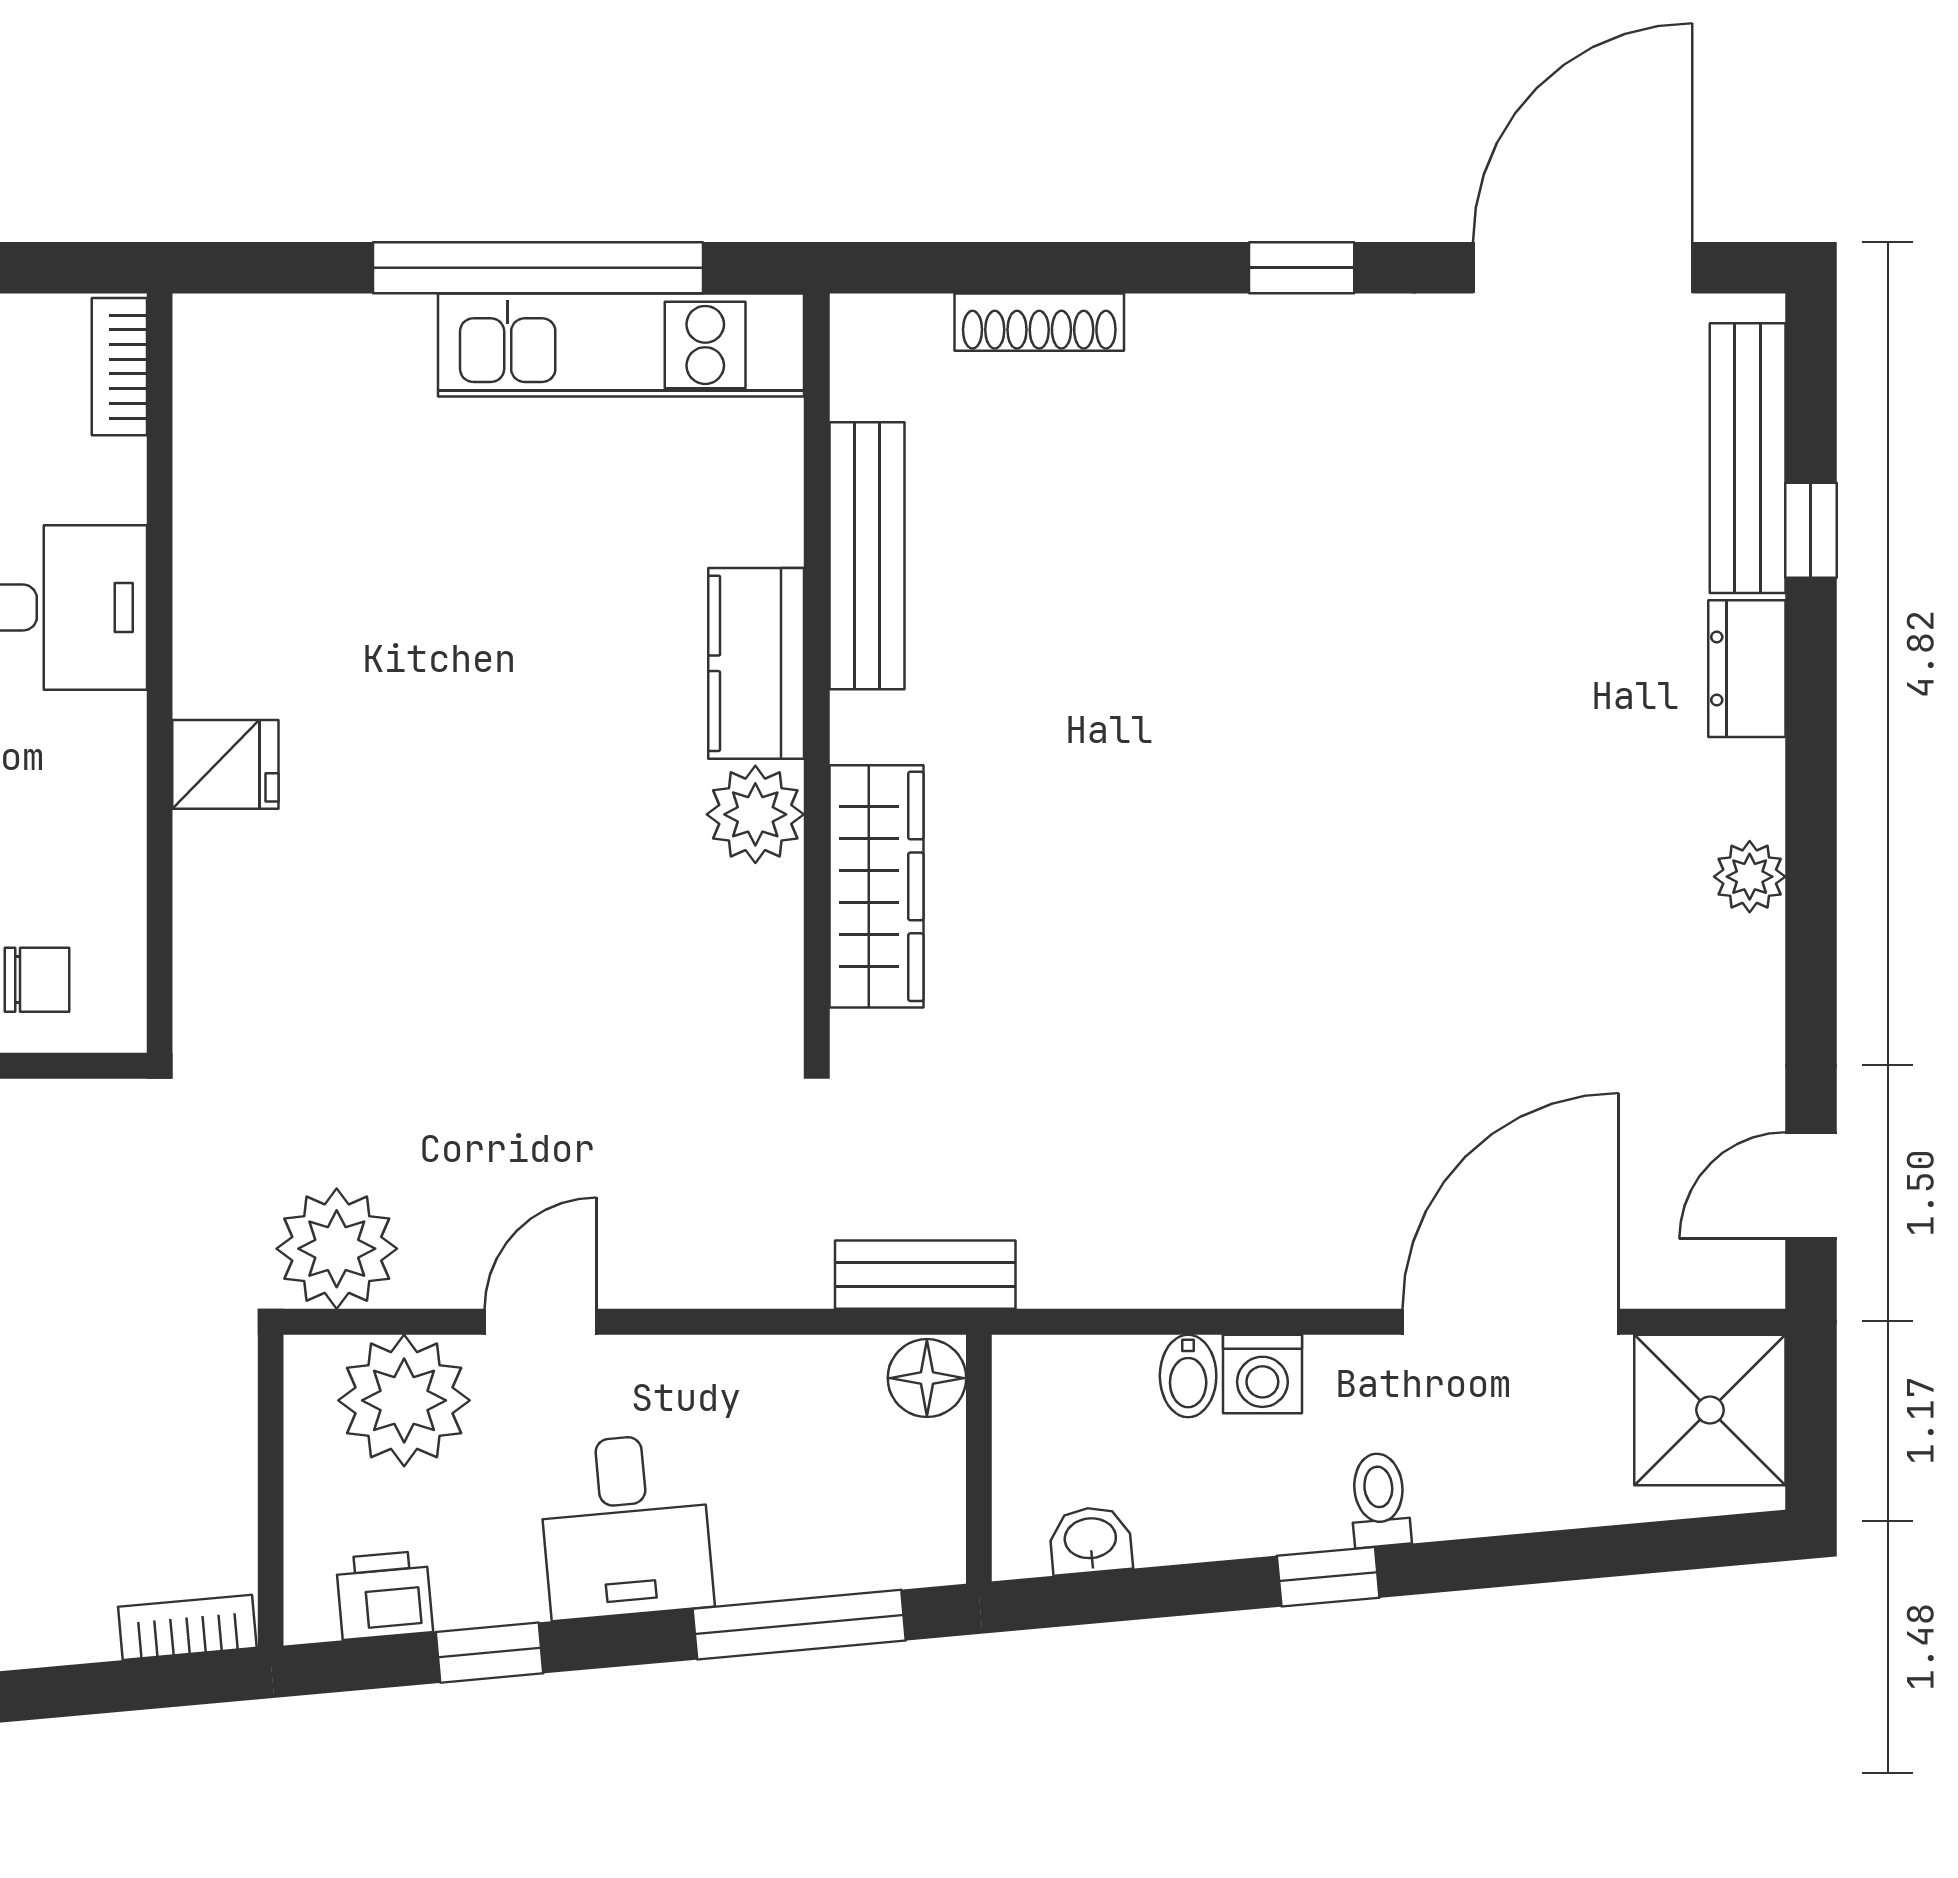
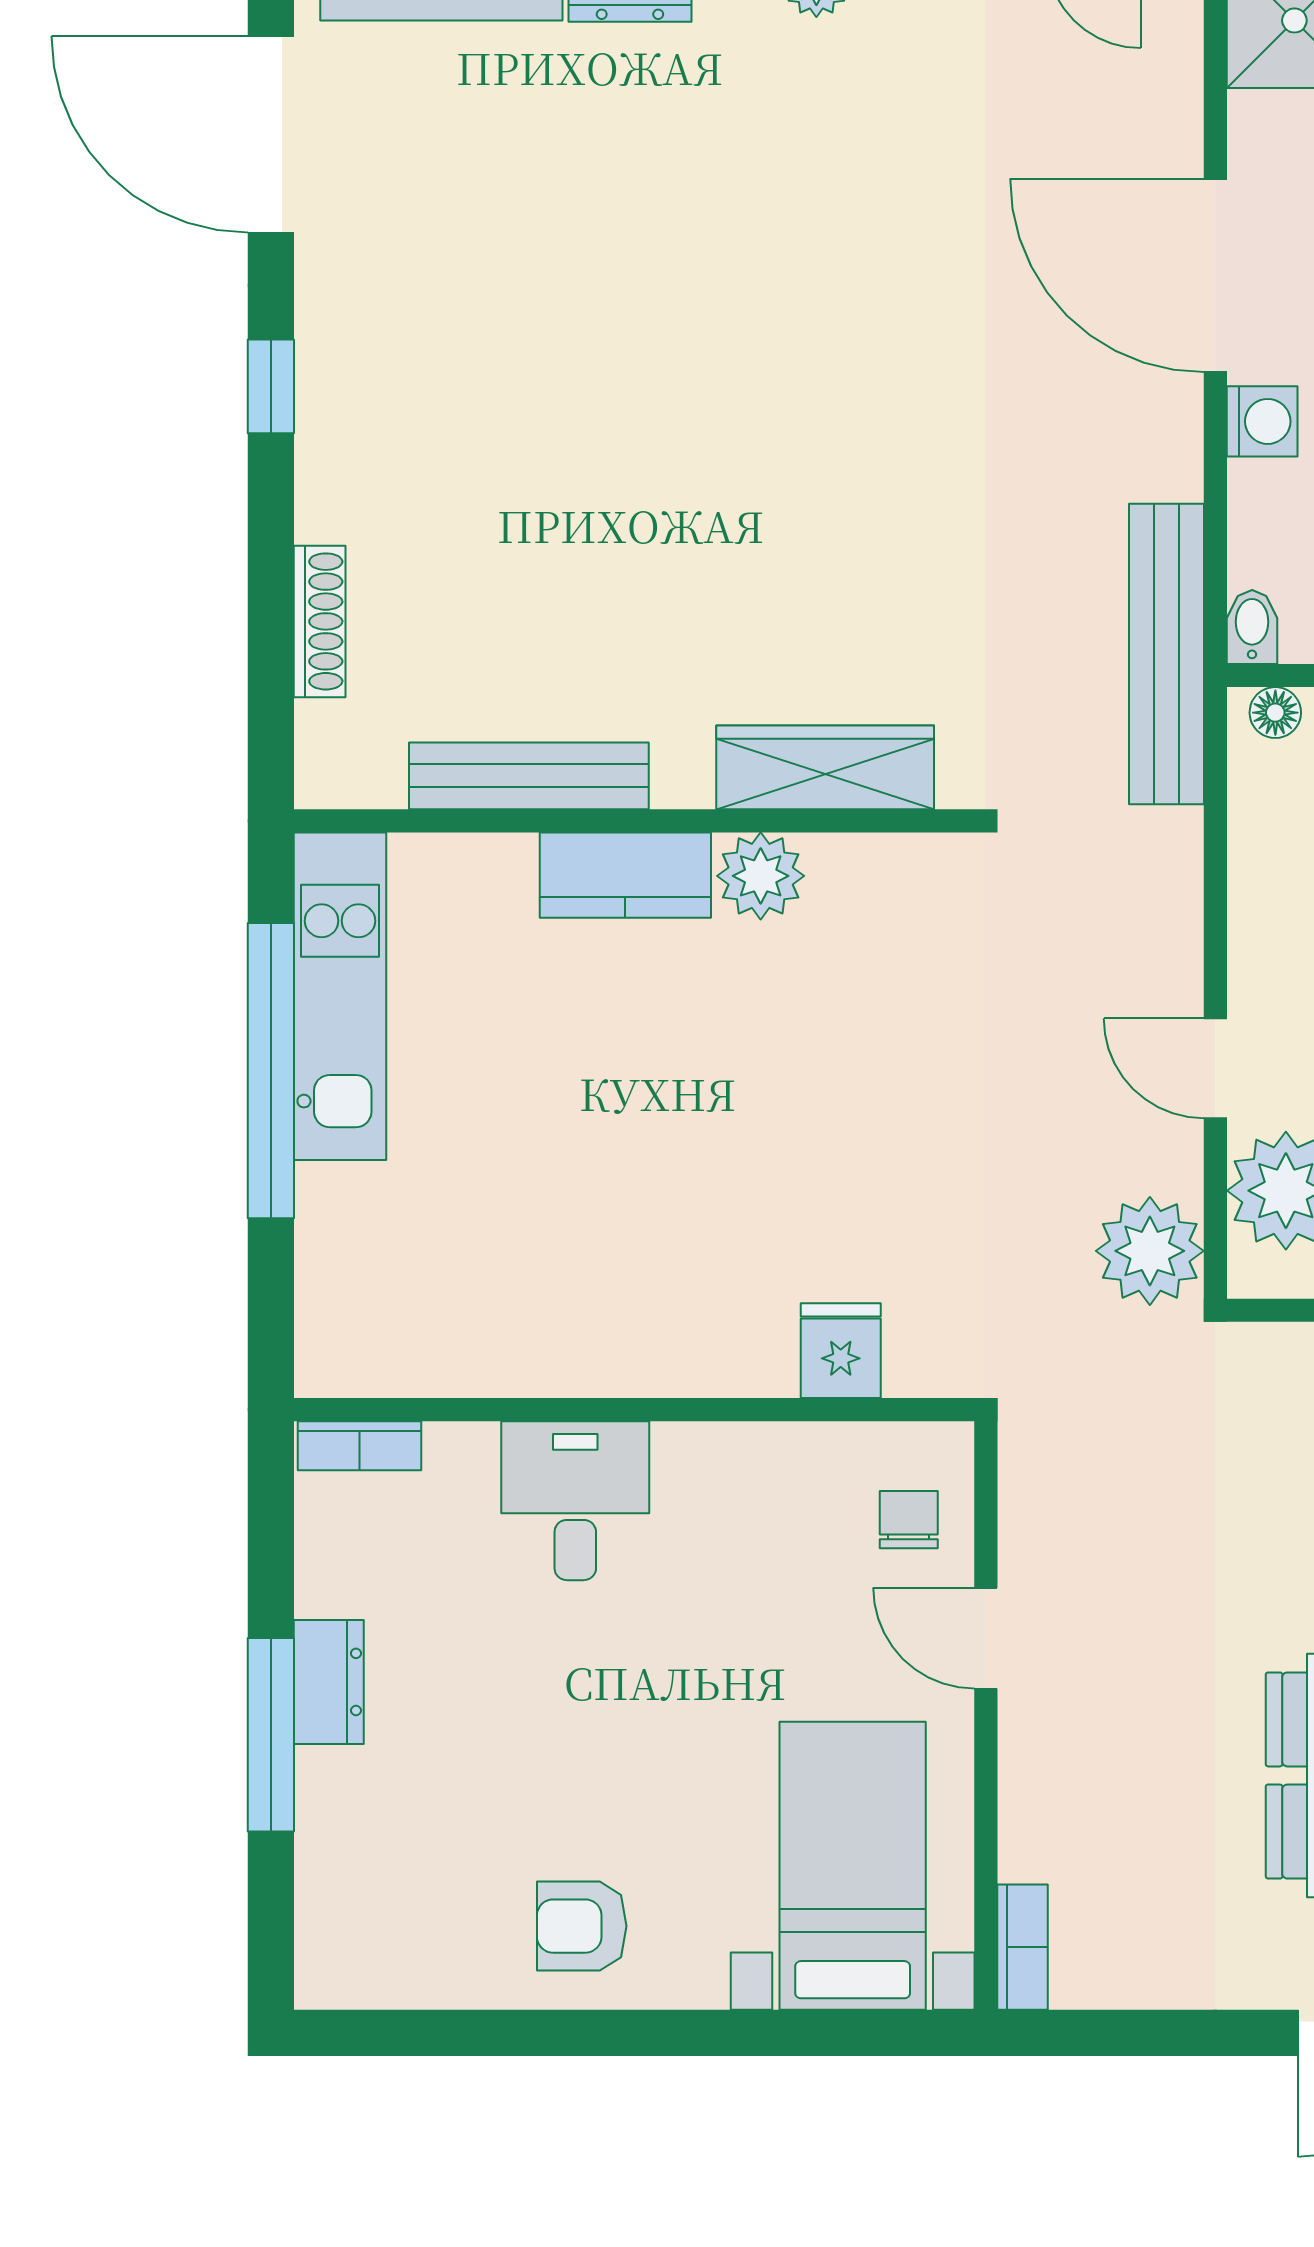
fridge: (225, 764) -> (841, 1351), moved
bench: (925, 1275) -> (1166, 654), width x1.86, depth x1.21
door: (1511, 1322) -> (1215, 275), moved
bidet: (1188, 1376) -> (1252, 627), moved, turned -90
floor lamp: (927, 1378) -> (1275, 713), width x0.73, depth x0.73

